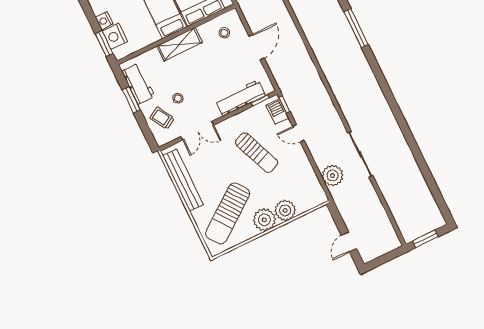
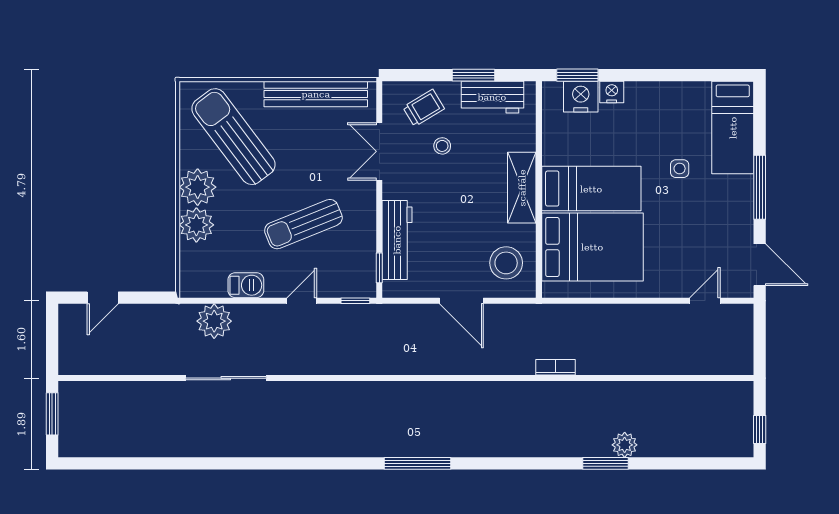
stool: (224, 33) -> (506, 263), width x1.89, depth x1.89
barbecue: (277, 111) -> (246, 285), moved
door: (349, 242) -> (103, 298), swing flipped

